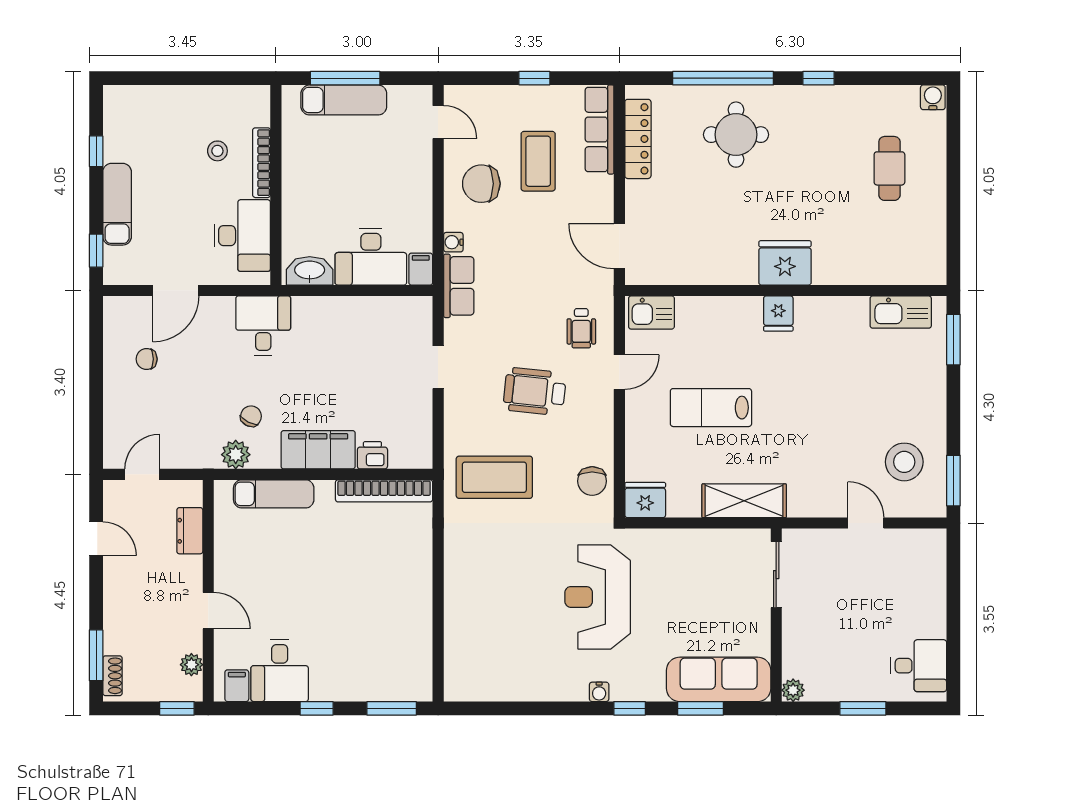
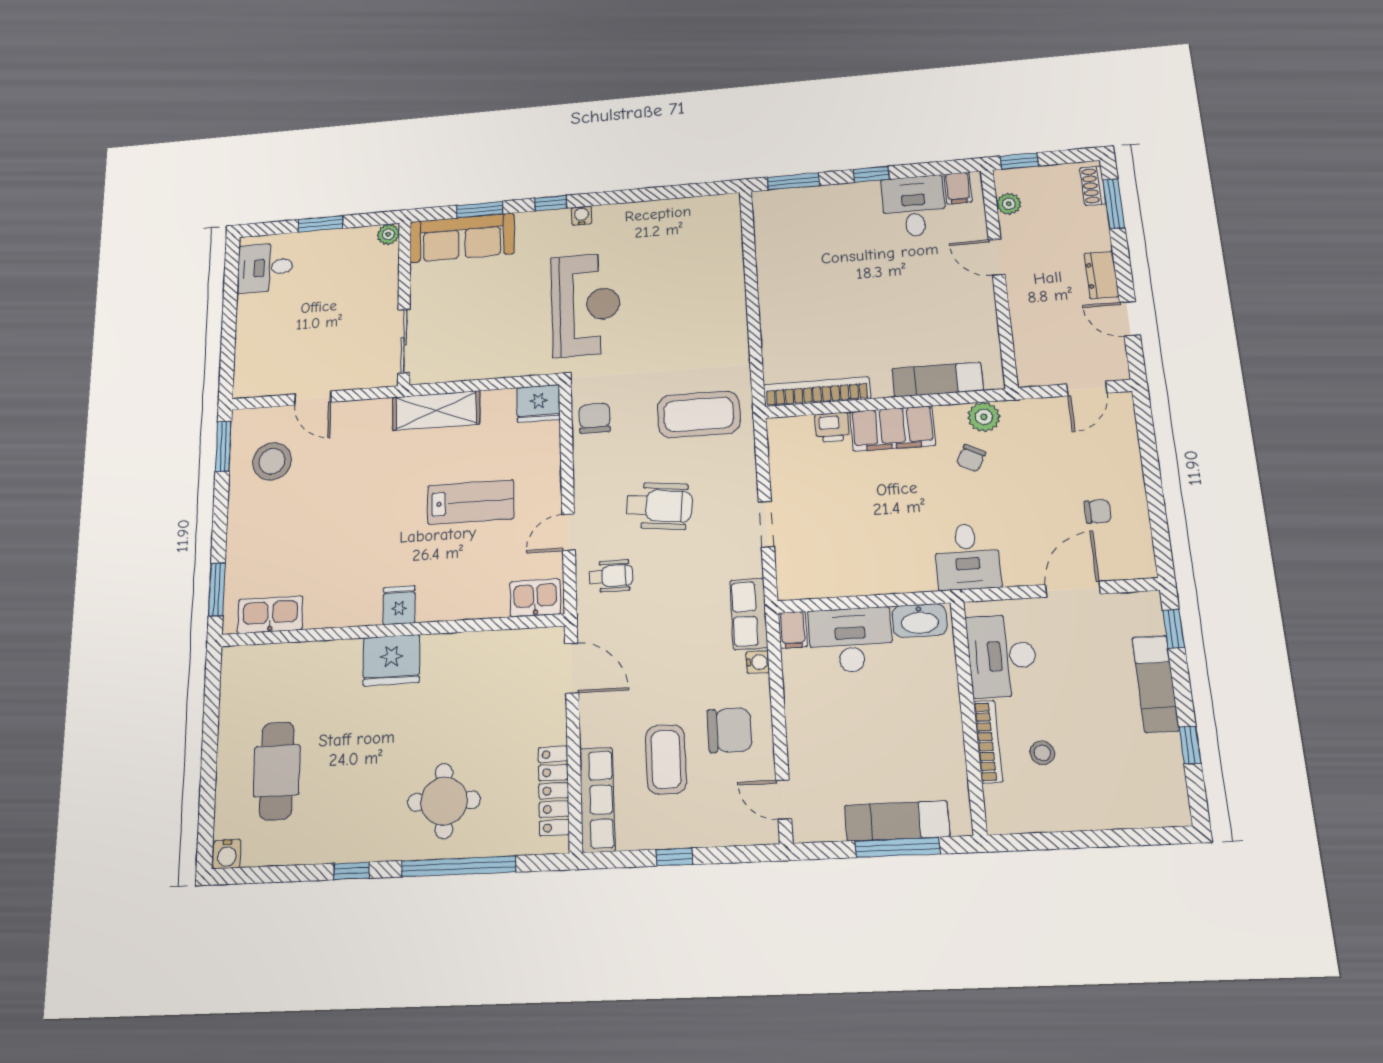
cafe table: (889, 168) -> (277, 771), width x1.37, depth x1.35
wheelchair: (581, 328) -> (611, 576), turned 90
dresser: (190, 531) -> (1101, 275), moved, turned 180

